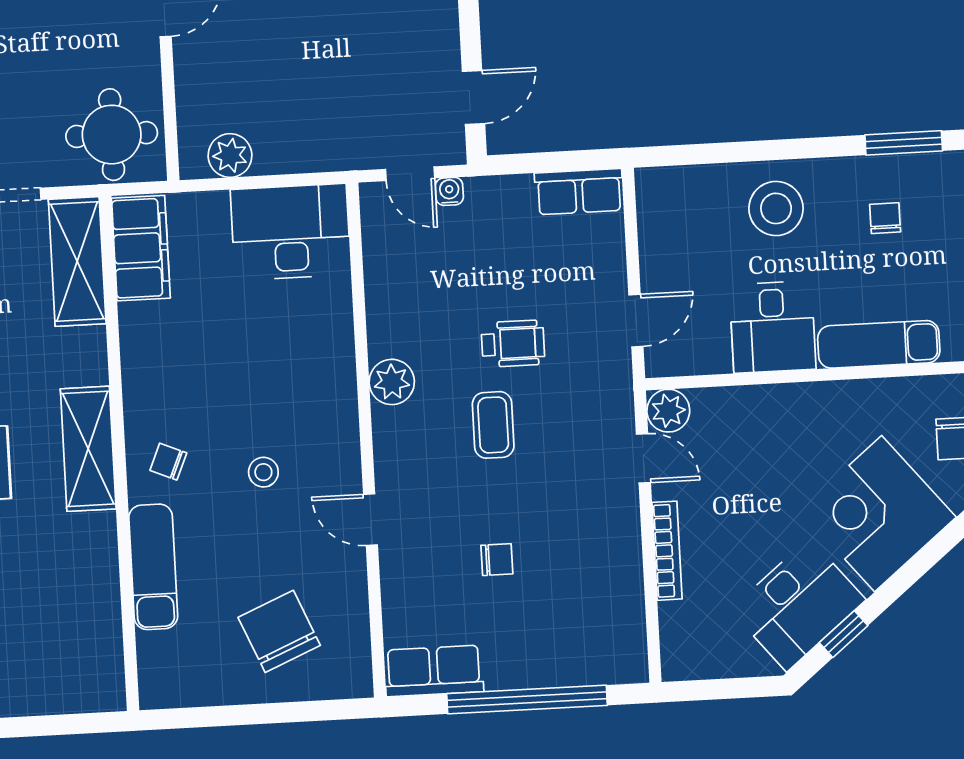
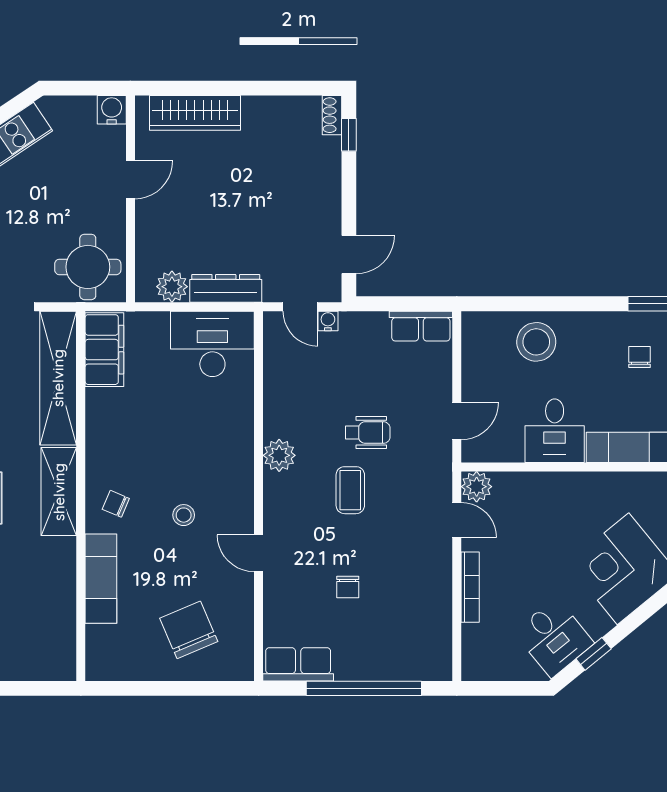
dresser: (305, 154) -> (226, 288), added
stool: (776, 208) -> (536, 342), moved
shelving: (77, 262) -> (58, 378), width x1.47
chair: (497, 560) -> (348, 587), turned 90
desk: (798, 605) -> (554, 638), width x0.73

